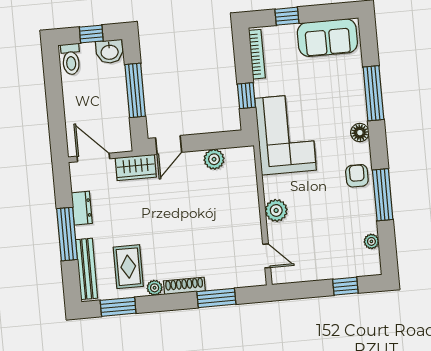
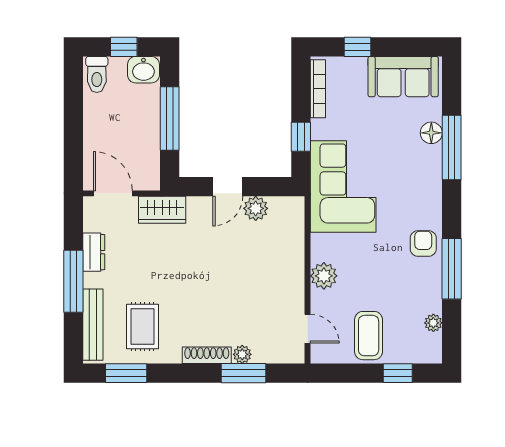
floor lamp: (360, 133) -> (431, 133), moved
door: (169, 145) -> (228, 187), moved
coffee table: (318, 257) -> (369, 336), added
plant: (155, 288) -> (242, 354), moved

